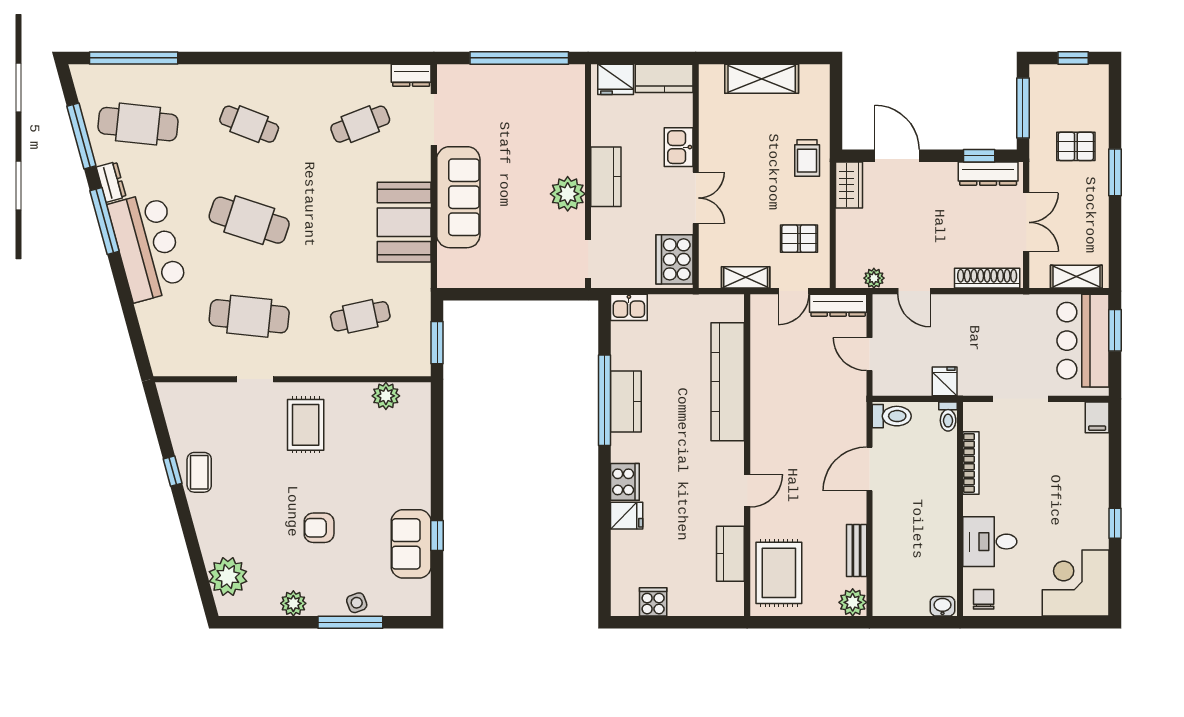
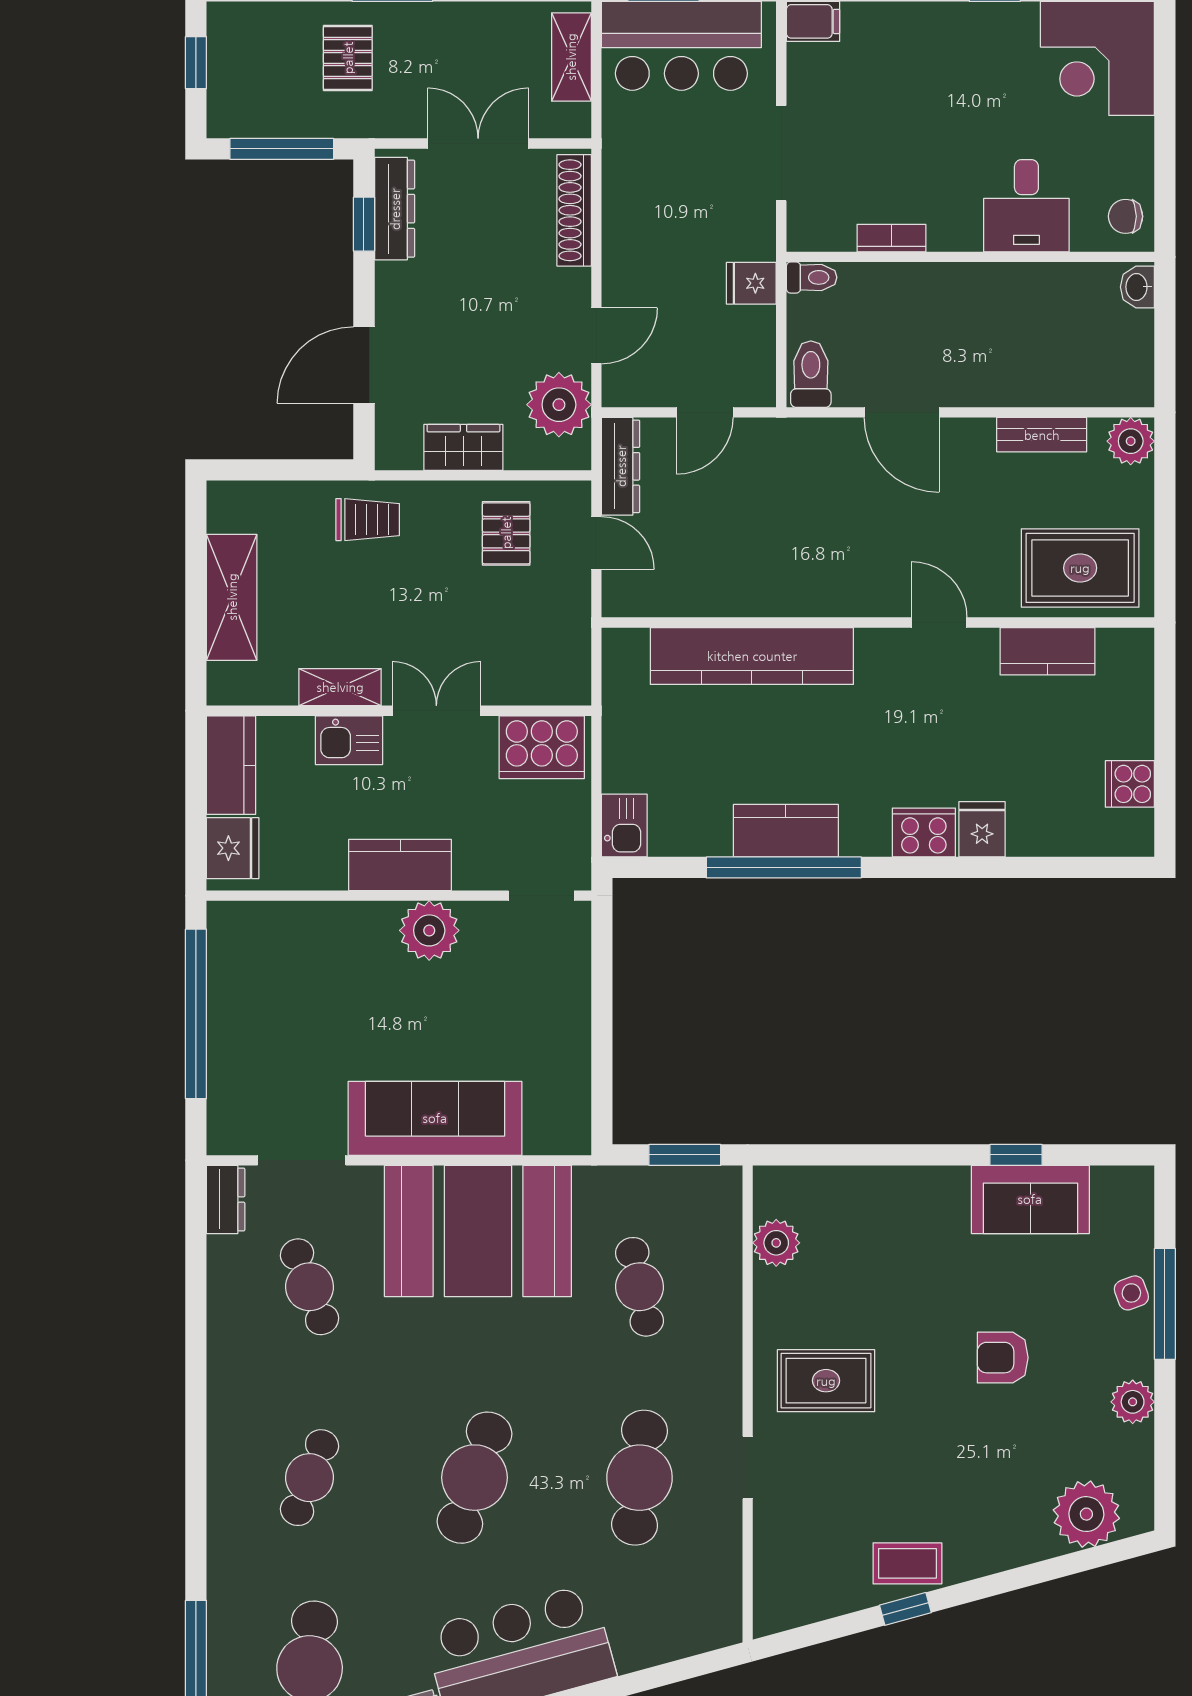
wardrobe: (849, 185) -> (463, 447), moved
booth: (404, 222) -> (478, 1231), width x1.36, depth x1.42
shelving: (746, 277) -> (340, 687), moved, turned 90
plant: (874, 278) -> (559, 405), width x1.88, depth x1.88
bookcase: (971, 463) -> (891, 238), width x0.64
armchair: (319, 528) -> (1003, 1358), turned 90

